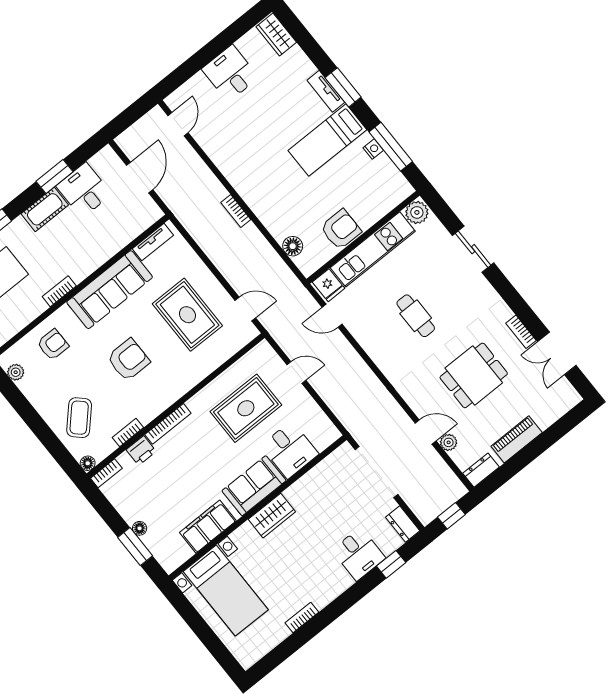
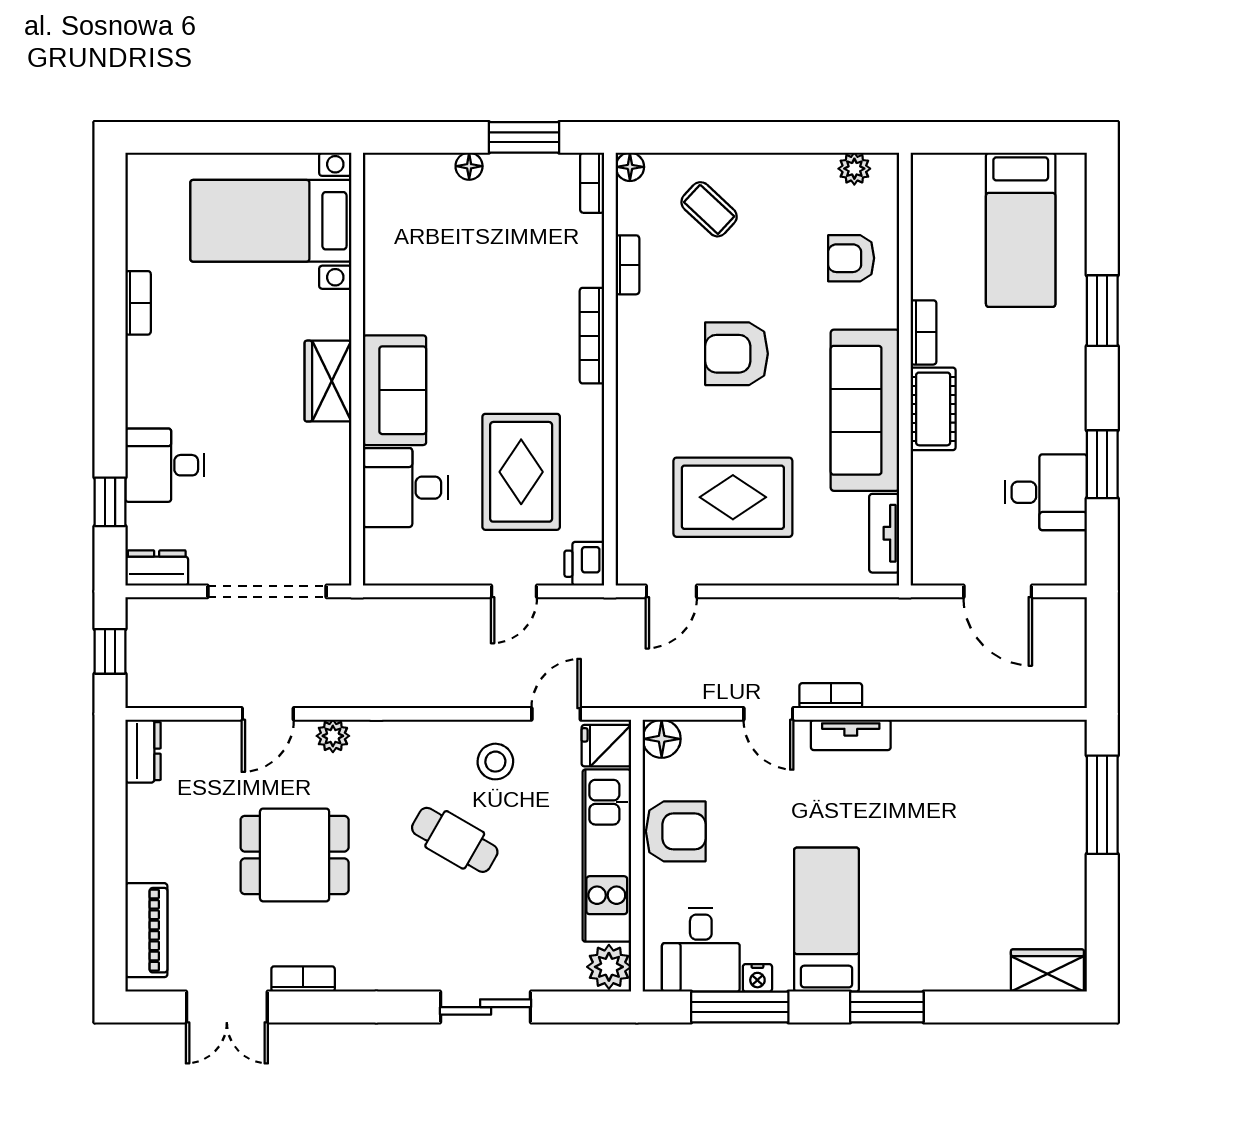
window: (192, 66) -> (1102, 805), added
desk: (230, 73) -> (701, 950), moved, turned 90
tv unit: (326, 91) -> (851, 735), moved, turned 180
door: (178, 124) -> (768, 714), moved
cot: (45, 209) -> (933, 409), moved
armchair: (341, 229) -> (676, 831), turned -90
floor lamp: (293, 246) -> (662, 739), moved
cafe table: (416, 316) -> (455, 840), turned 30
stool: (371, 325) -> (495, 762), added
armchair: (53, 345) -> (851, 258), turned 90
double door: (557, 353) -> (227, 1007), swing flipped
armchair: (128, 360) -> (736, 354), turned 90
dining table: (474, 375) -> (295, 855), turned 90
coffee table: (79, 418) -> (709, 209), width x0.73, depth x0.77
piano: (517, 439) -> (146, 930), moved
plant: (449, 442) -> (333, 736), moved
printer: (141, 451) -> (584, 564), moved
filing cabinet: (208, 527) -> (389, 271), removed
window: (135, 547) -> (524, 137), moved

